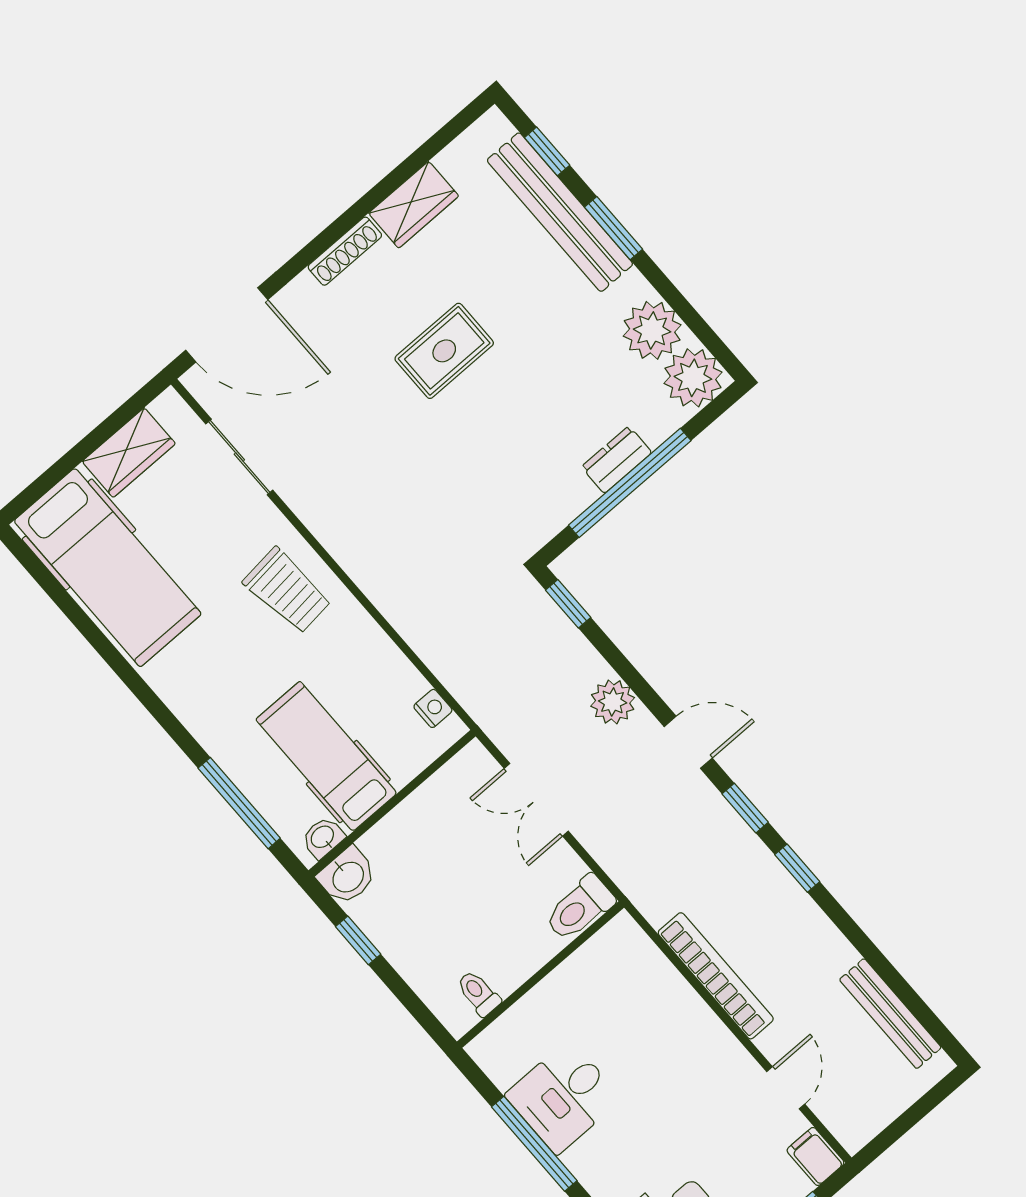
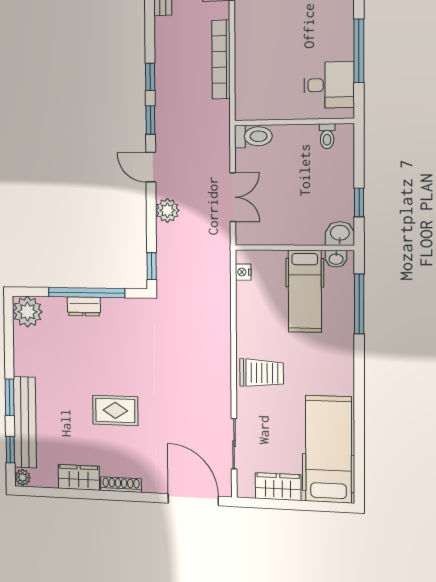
plant: (652, 330) -> (23, 477), moved, width x0.53, depth x0.53
trolley: (287, 591) -> (262, 373), turned 96
desk: (563, 1097) -> (329, 85), moved

